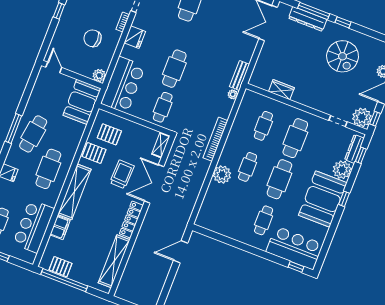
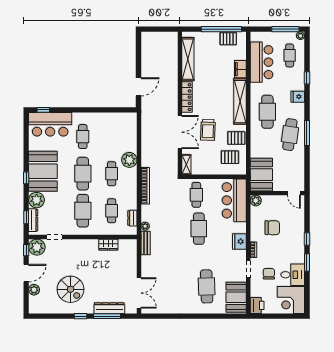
spiral stairs: (343, 56) -> (71, 289), turned 180
dresser: (243, 109) -> (132, 218), added

